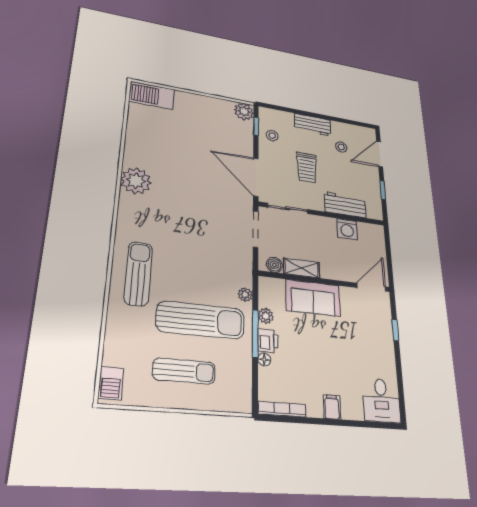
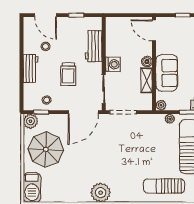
parasol: (205, 122) -> (46, 149), added
trolley: (307, 167) -> (68, 74), turned 90
washing machine: (347, 229) -> (113, 64), moved
boiler: (274, 265) -> (147, 62), moved
plant: (266, 316) -> (161, 105), moved

